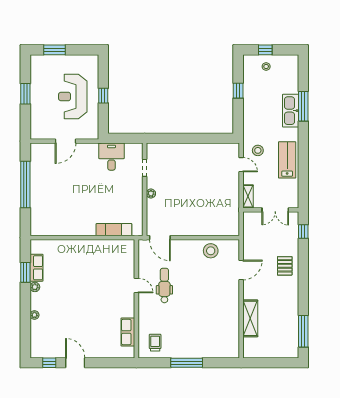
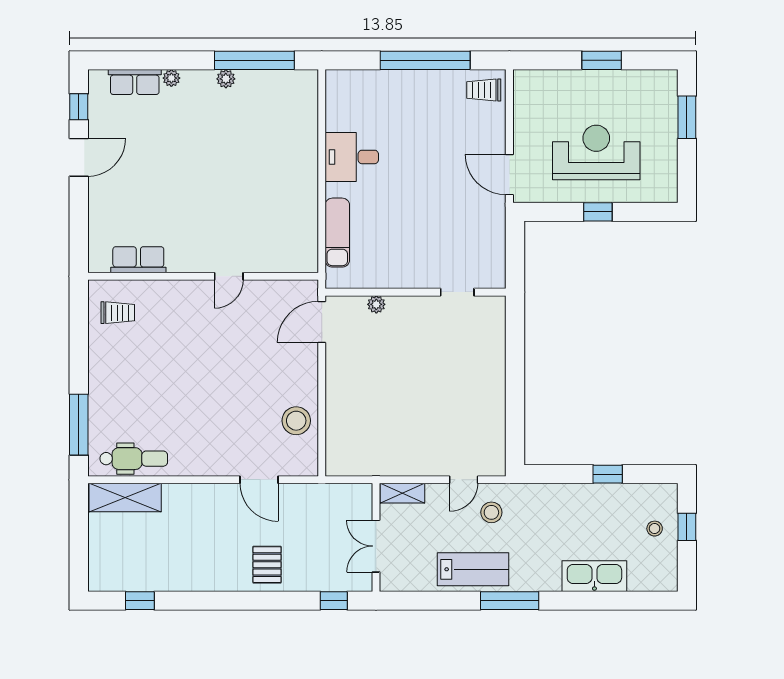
window: (303, 106) -> (510, 601), moved
kitchen sink: (291, 111) -> (594, 576), moved
door: (66, 141) -> (509, 175), moved
trolley: (41, 154) -> (484, 90), added
desk: (111, 157) -> (352, 157), moved, turned 180
plant: (151, 194) -> (376, 304), moved
pallet: (285, 266) -> (267, 565), turned 90
row of seats: (36, 268) -> (135, 82), moved
window: (25, 272) -> (254, 60), width x2.11
dental chair: (164, 285) -> (134, 459), moved
shelving: (250, 318) -> (125, 498), moved
window: (303, 331) -> (140, 601), width x0.46
window: (187, 363) -> (79, 425), moved

